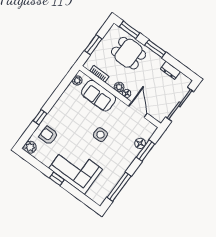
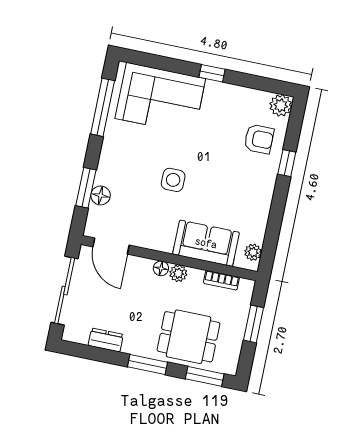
door: (138, 110) -> (111, 246), moved
corner sofa: (76, 169) -> (160, 98), moved

